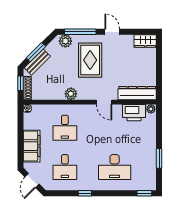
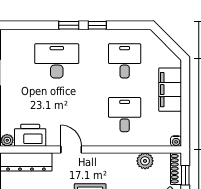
plant: (71, 94) -> (145, 161), moved
door: (32, 180) -> (170, 43), removed
window: (144, 193) -> (69, 25), moved

